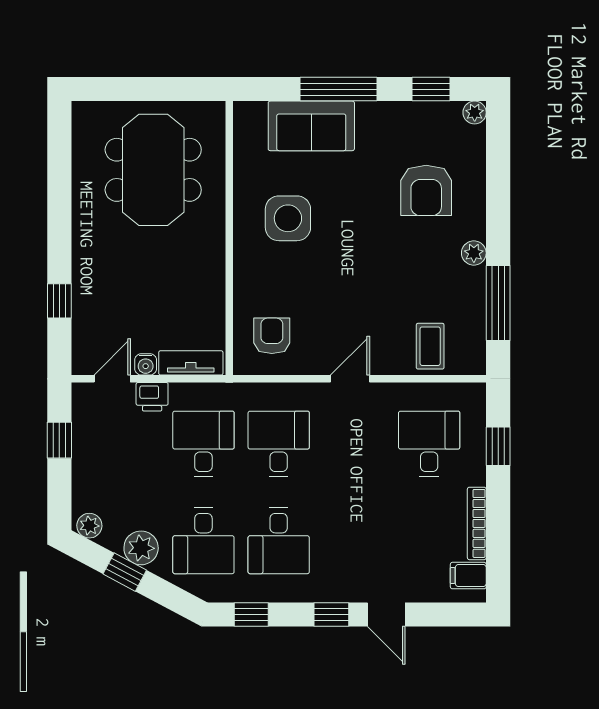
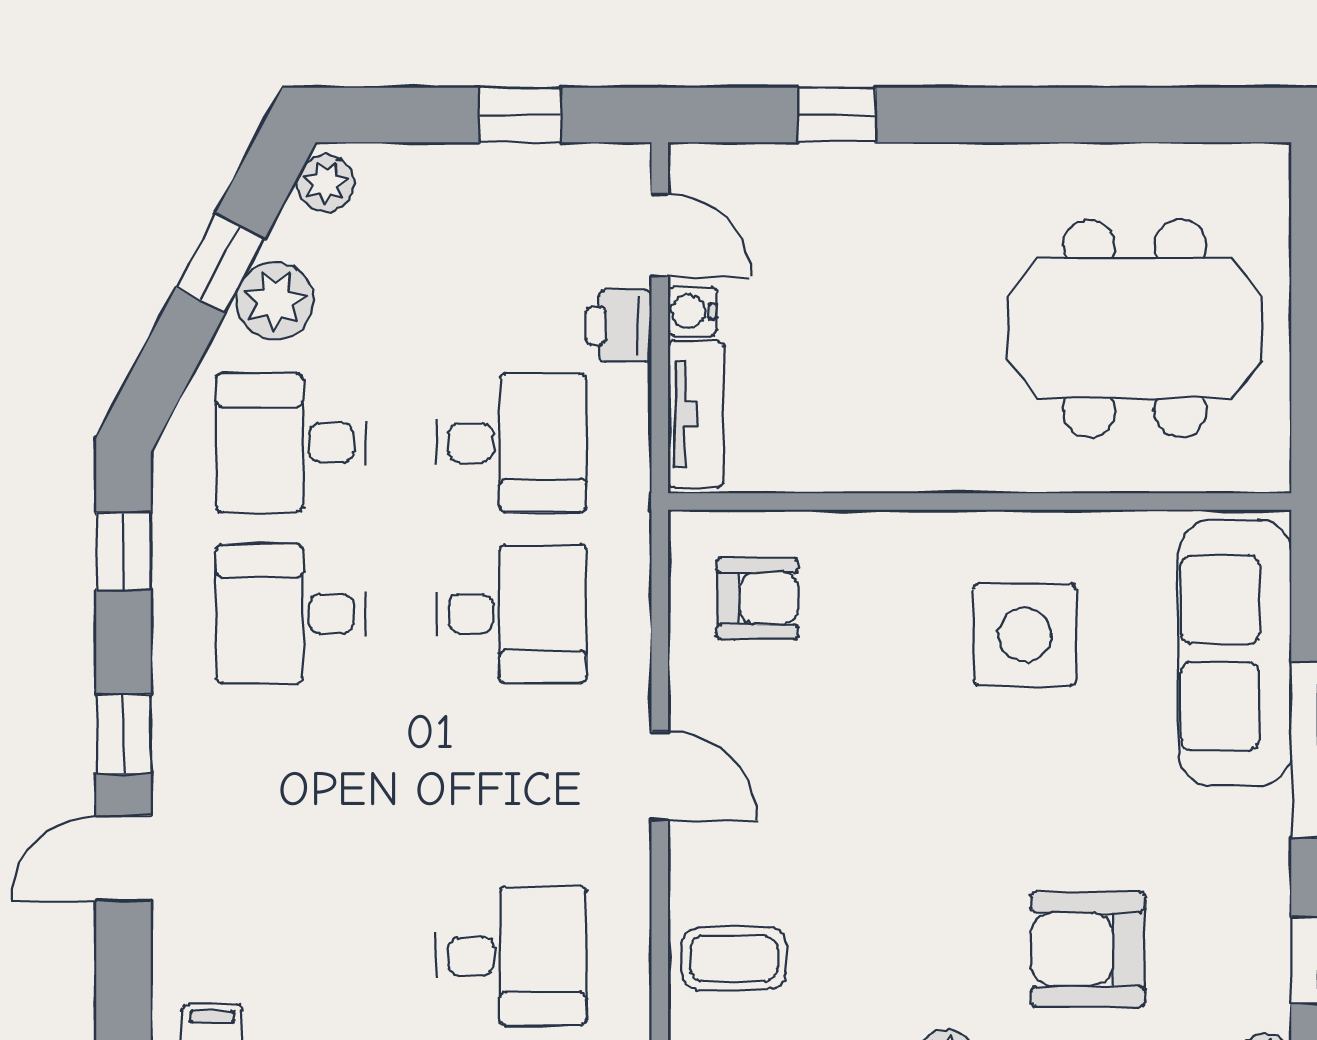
sofa: (311, 126) -> (1235, 653), width x1.36

